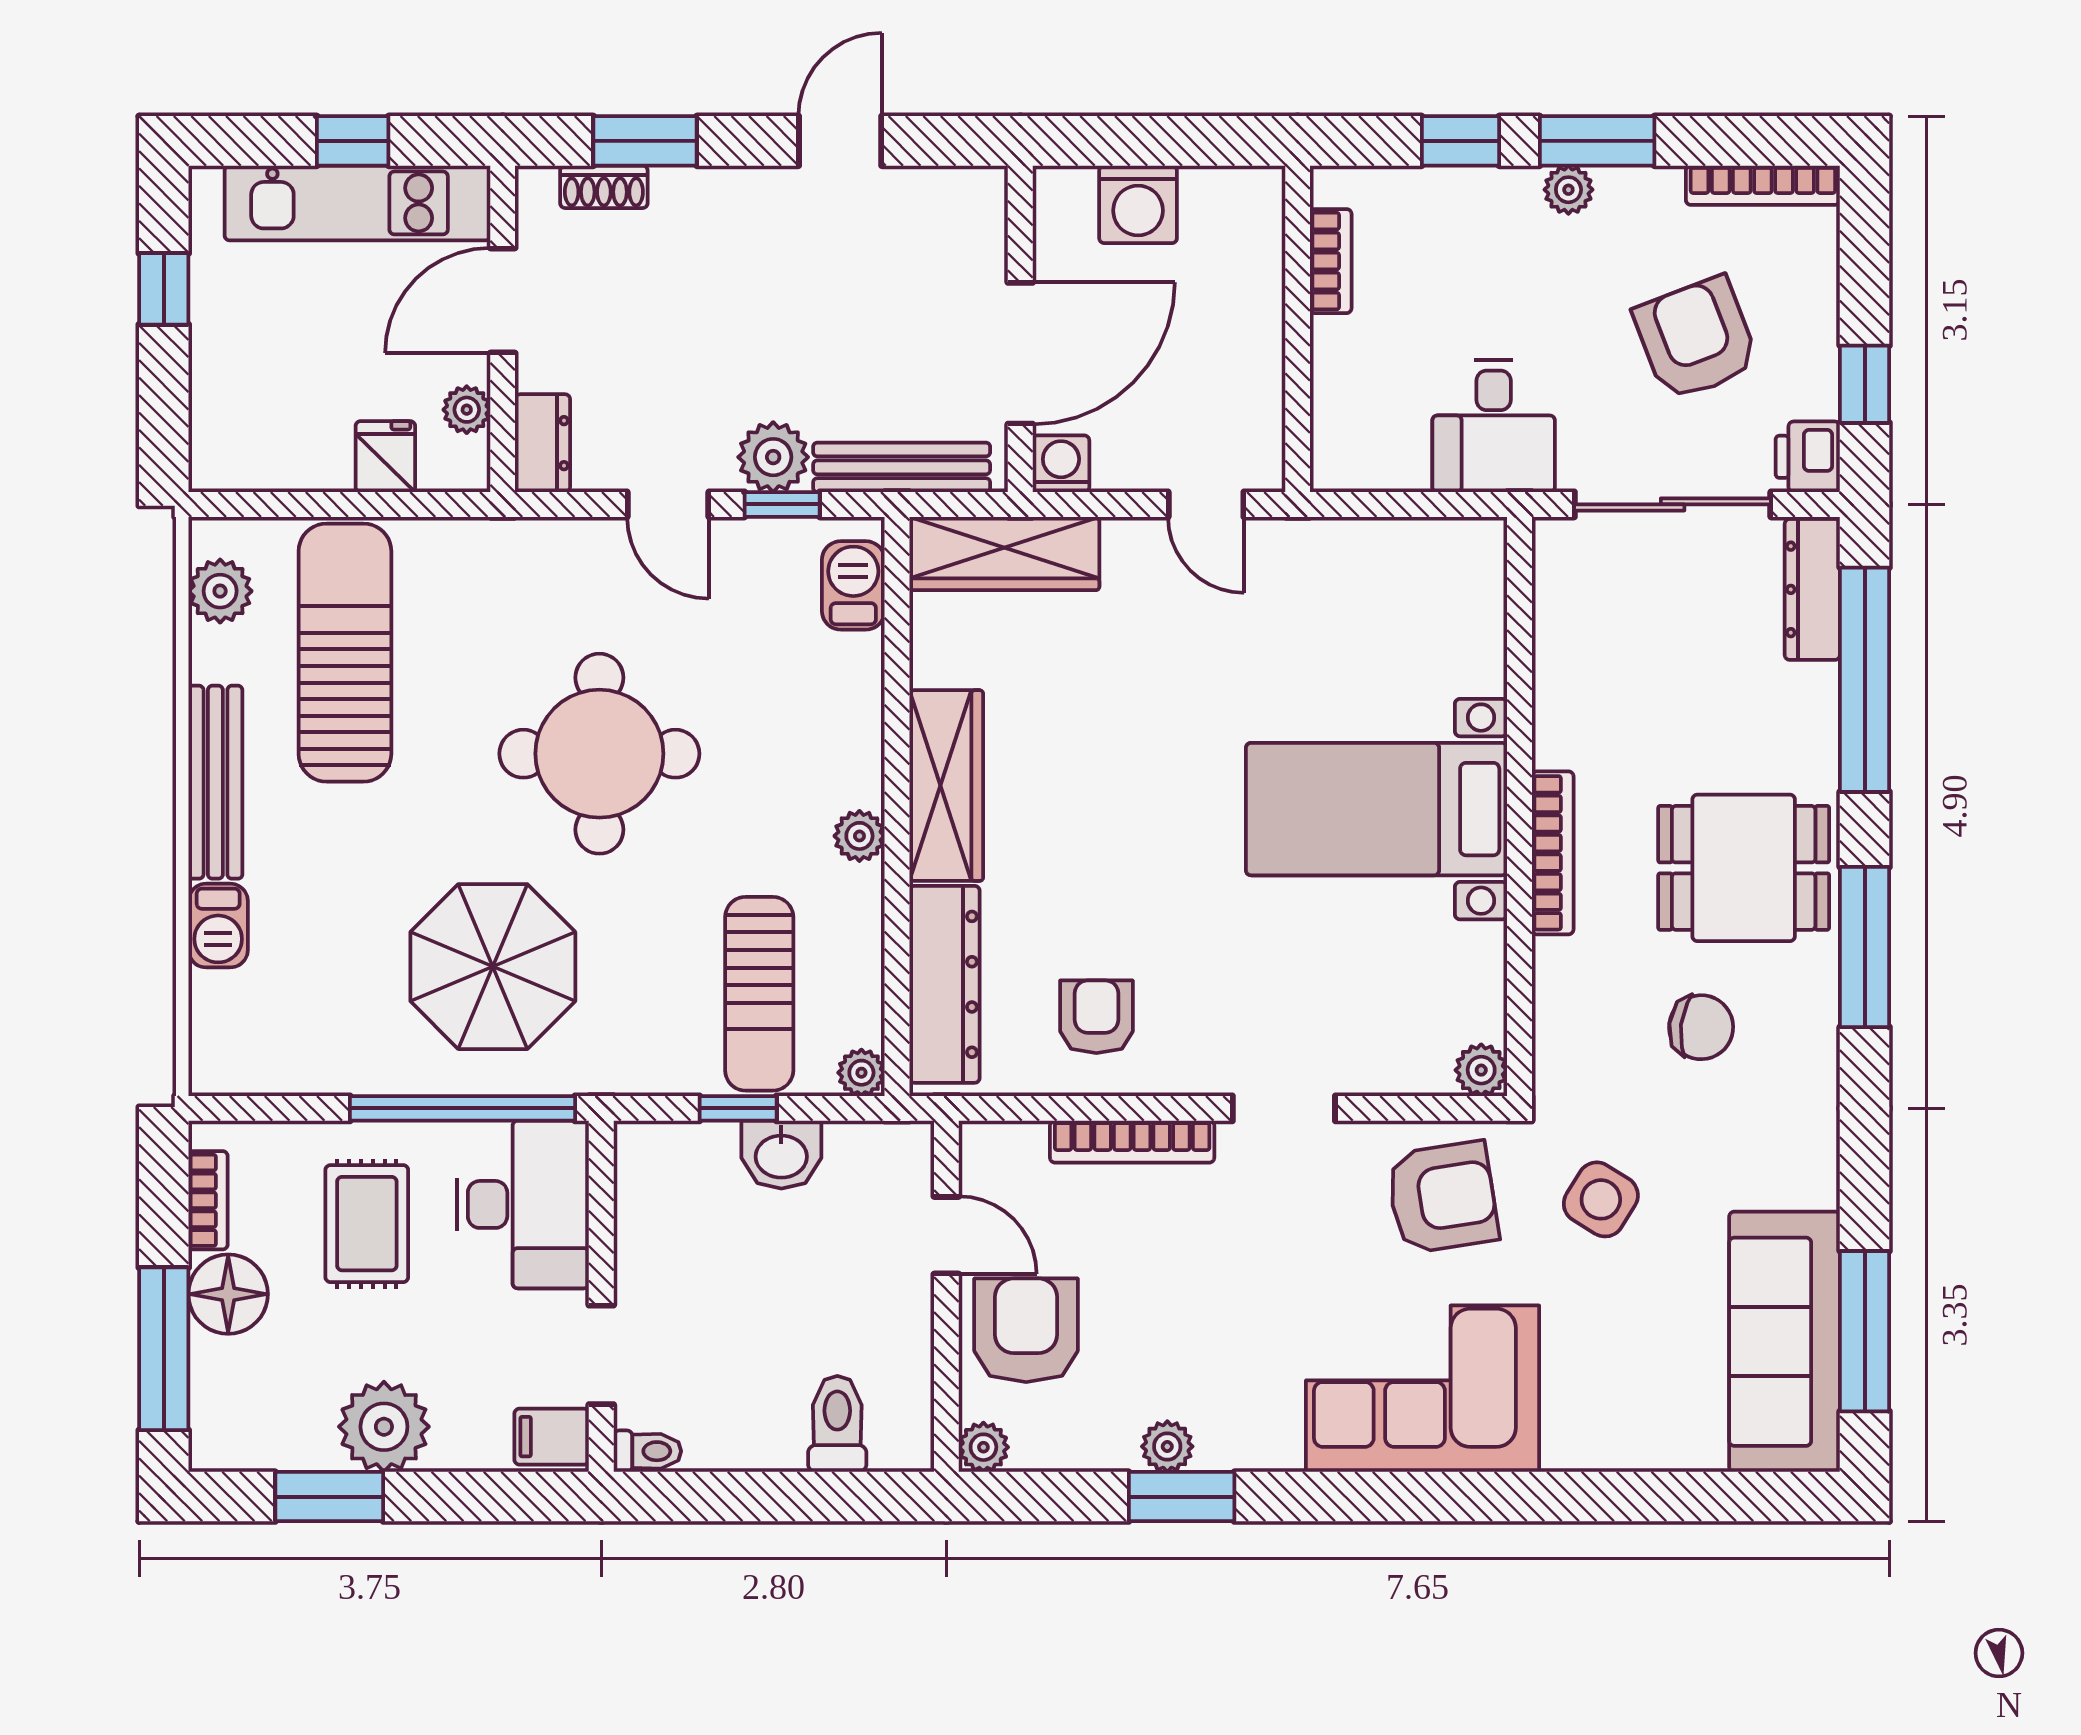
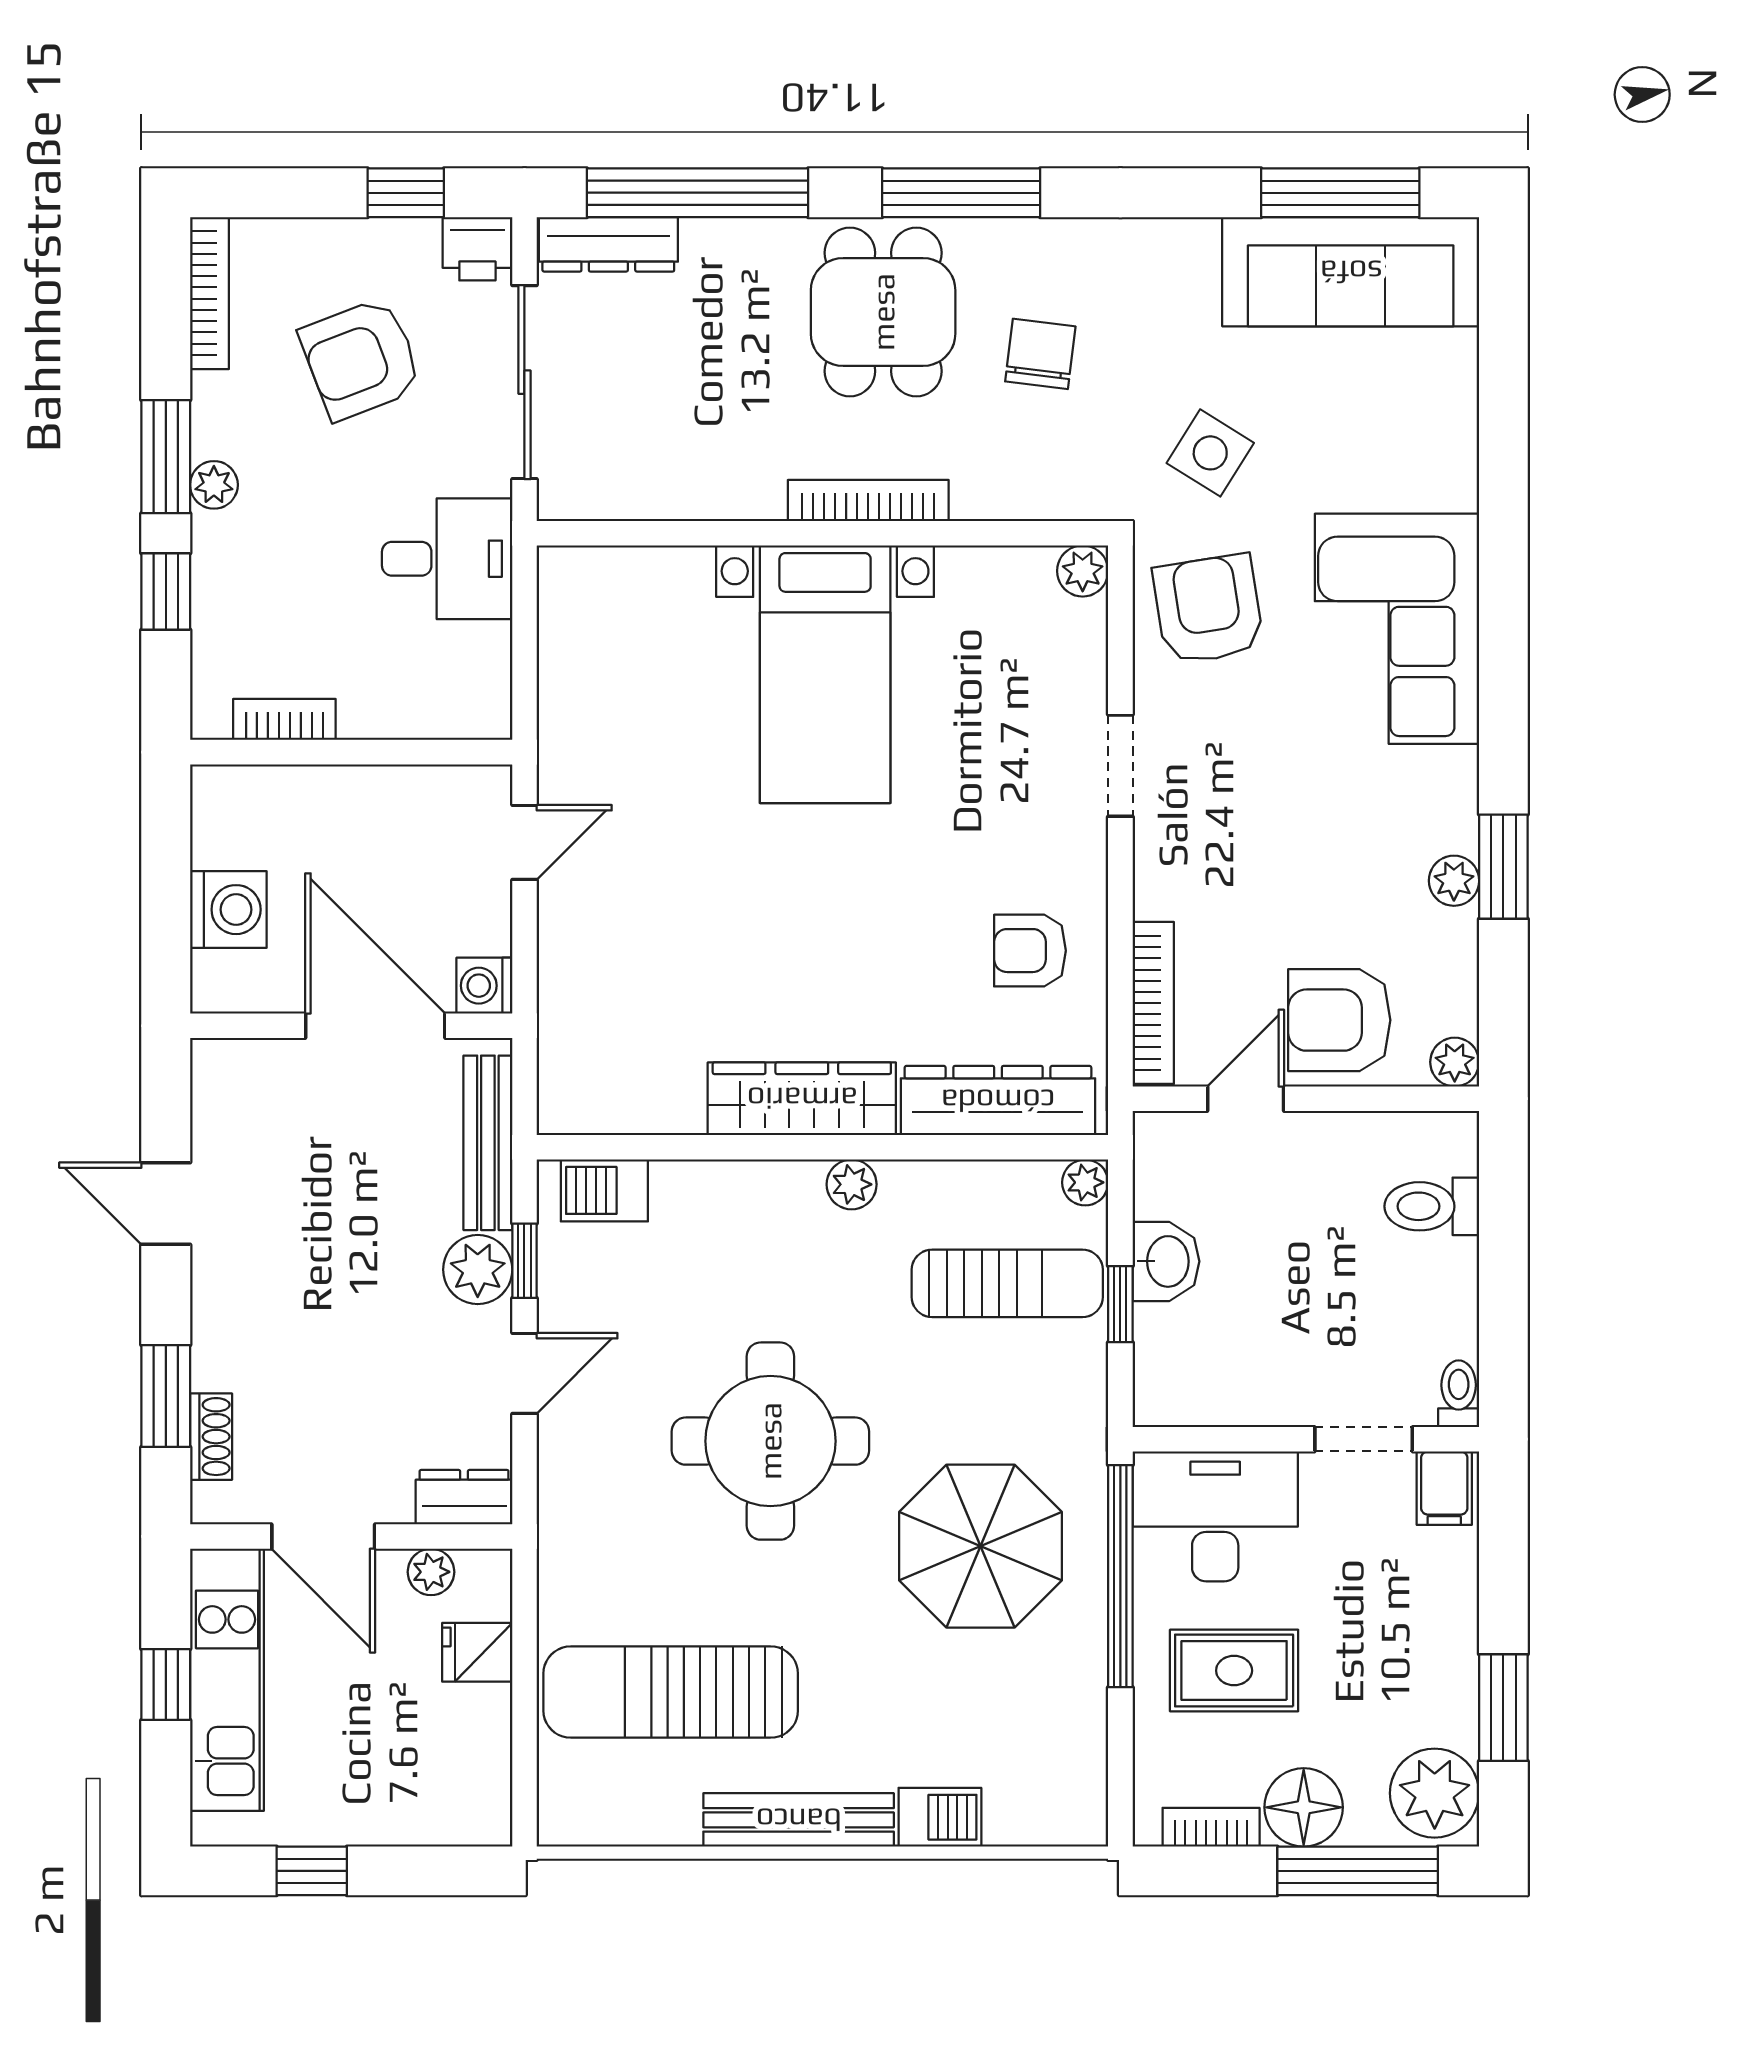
wardrobe: (1004, 553) -> (573, 1041), removed
plant: (220, 591) -> (610, 1815), removed
bookcase: (1132, 1142) -> (1153, 1003), moved
plant: (384, 1427) -> (1435, 1793), moved

